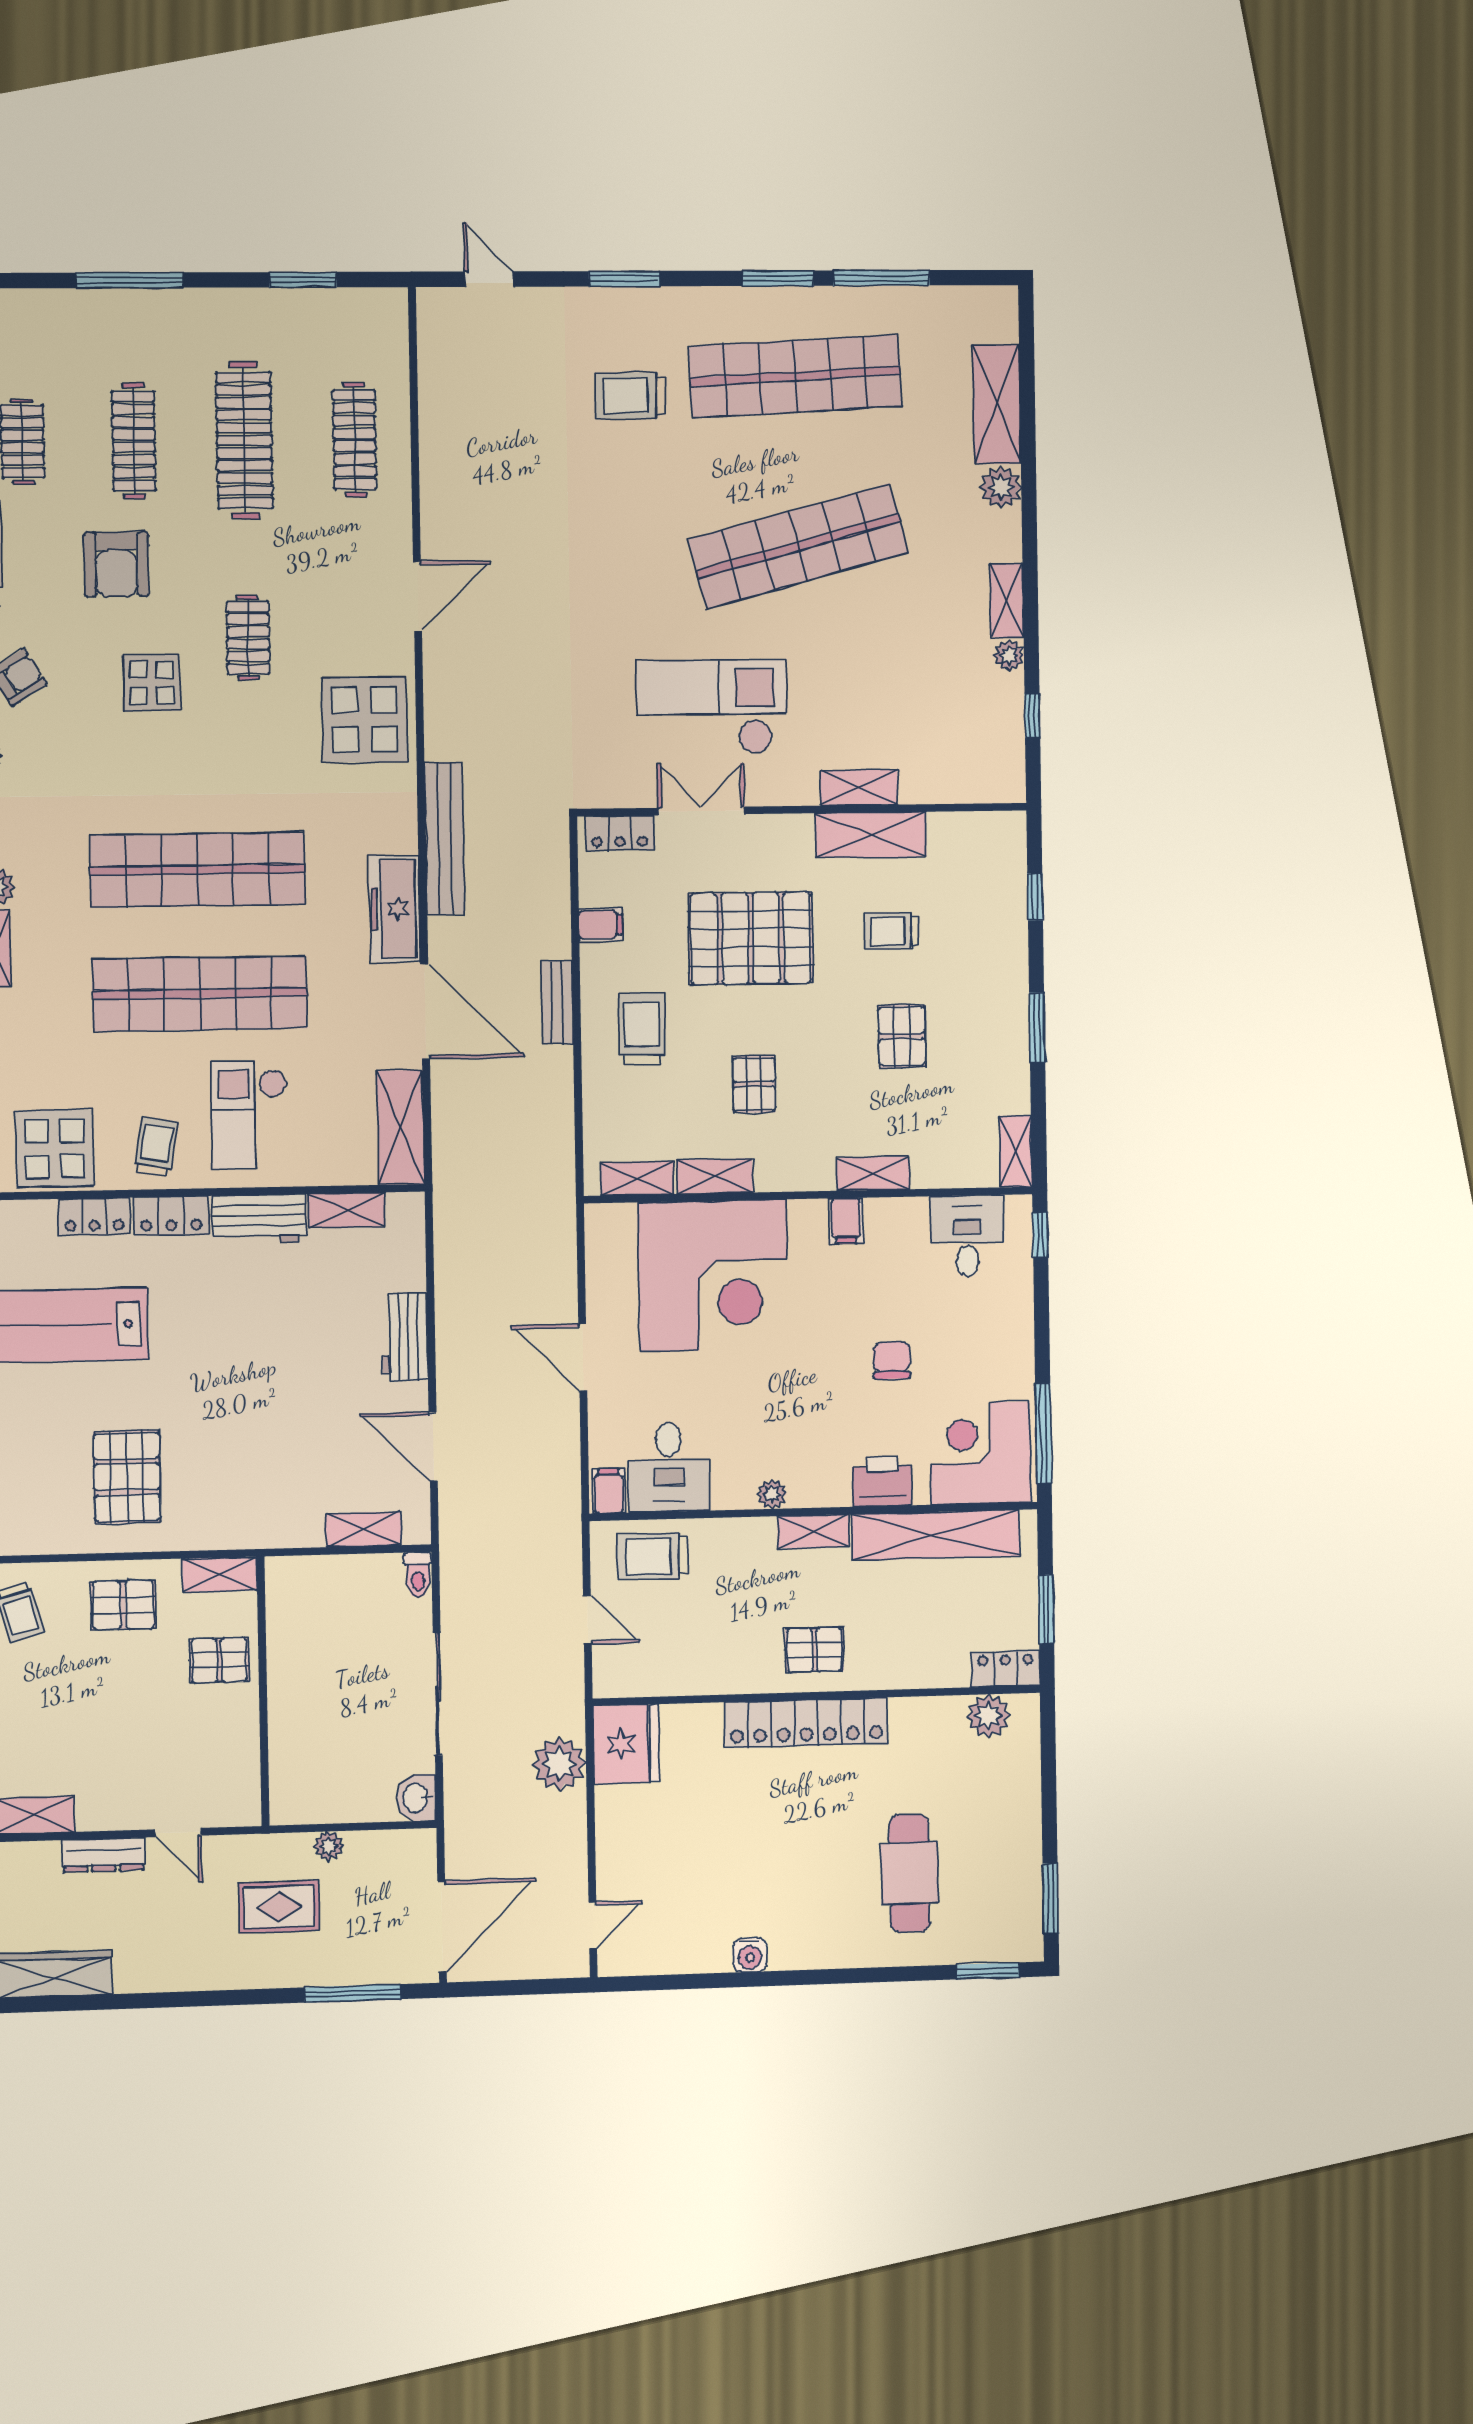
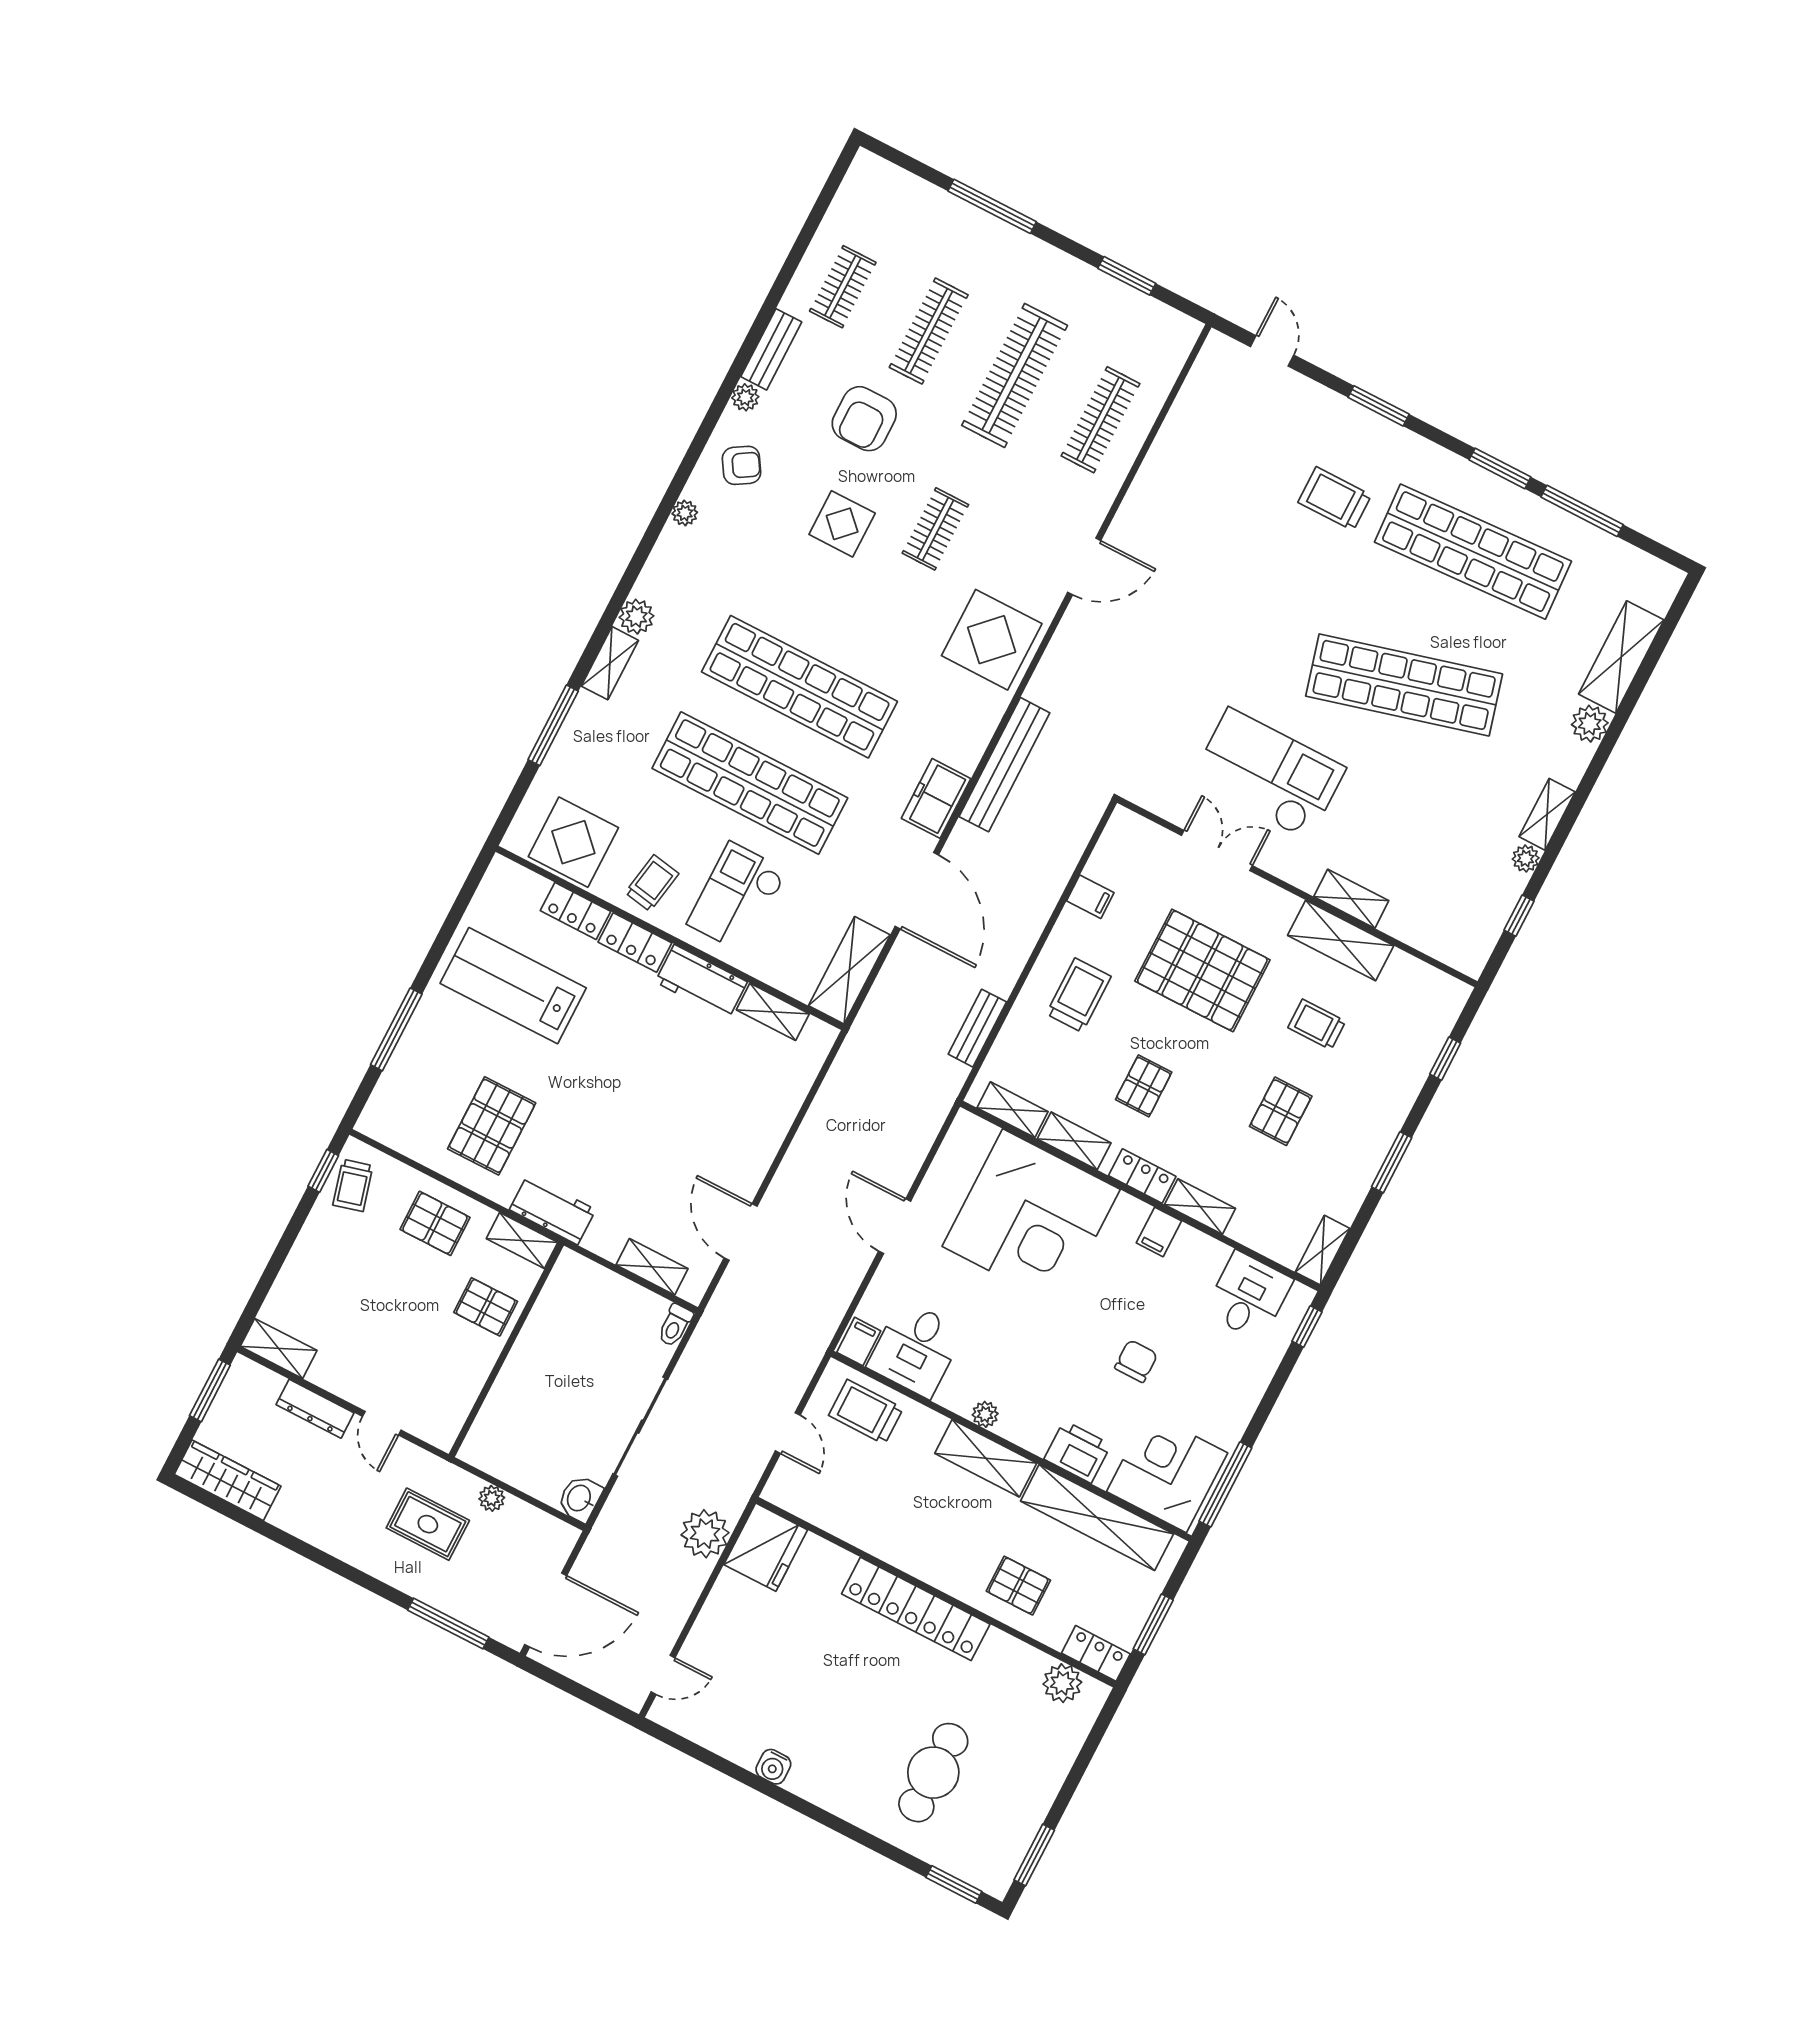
locker: (620, 833) -> (1142, 1176), moved, turned 180
freezer: (395, 909) -> (936, 798), width x0.71
bench: (557, 1002) -> (977, 1028), moved
workbench: (405, 1337) -> (553, 1210), moved, turned 90
shelving: (813, 1531) -> (986, 1458), width x1.50, depth x1.33
pallet: (814, 1650) -> (1018, 1586), moved

